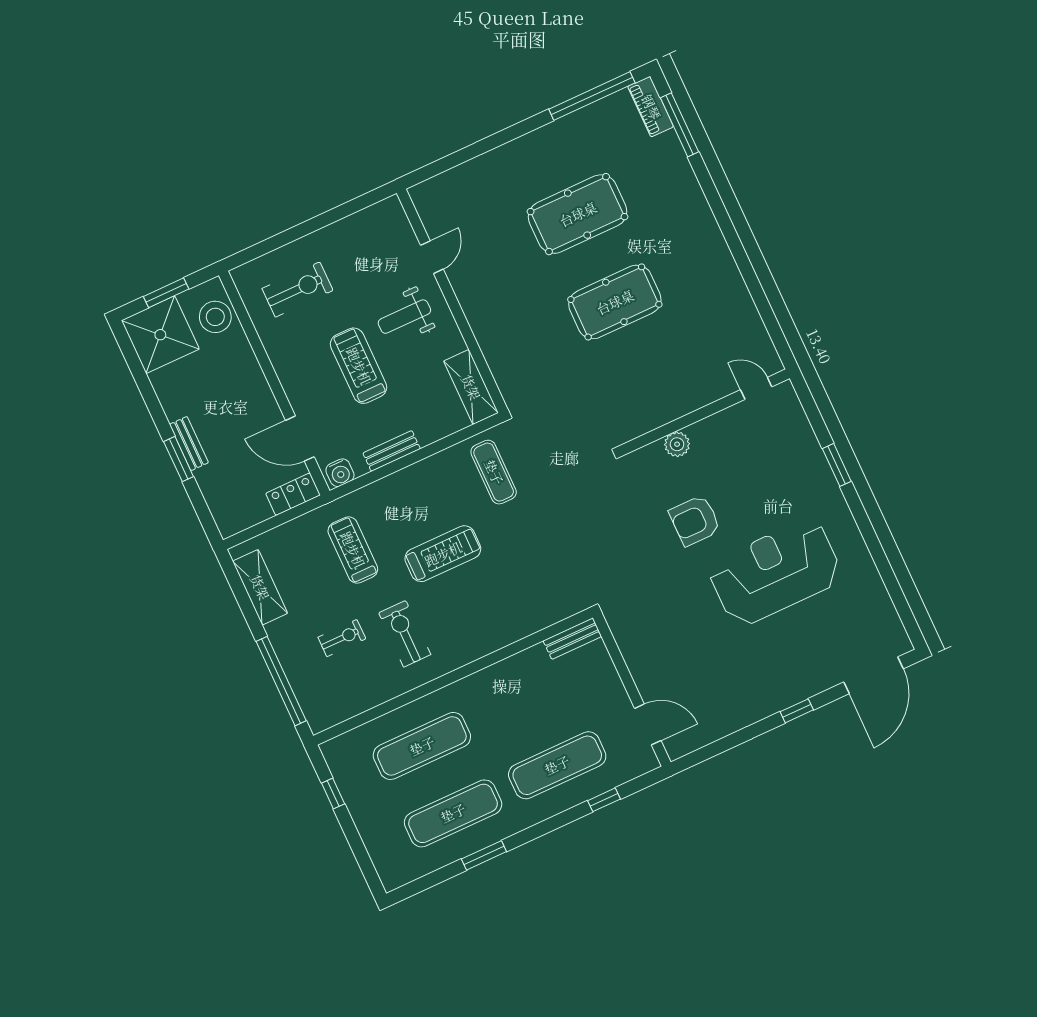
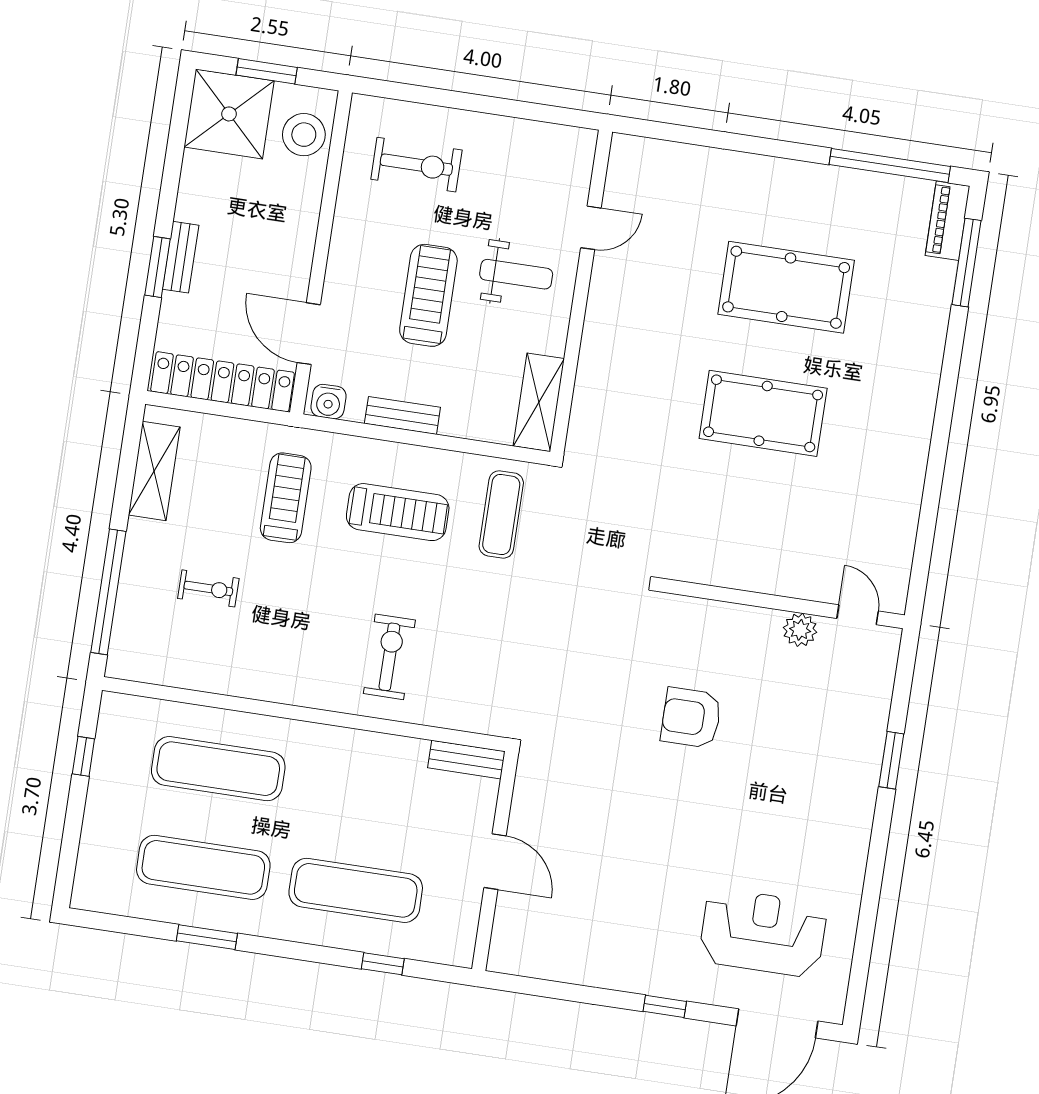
weight bench: (404, 317) -> (516, 274), turned 180
plant: (677, 444) -> (800, 630), moved
locker: (293, 494) -> (222, 382), width x2.16, depth x1.21
treadmill: (443, 554) -> (398, 512), moved
reception desk: (775, 572) -> (763, 933), moved, width x0.74, depth x0.77
exercise bike: (405, 634) -> (389, 657), moved
door: (648, 724) -> (495, 862), moved

